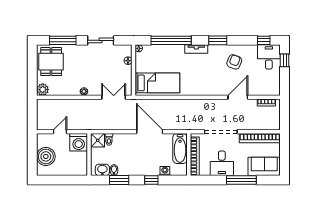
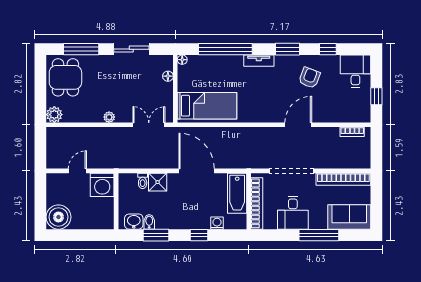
window: (264, 40) -> (328, 49), moved
window: (285, 60) -> (376, 96), moved
door: (238, 97) -> (298, 125), moved
shower: (98, 140) -> (158, 182), moved
boiler: (46, 156) -> (58, 217), moved

